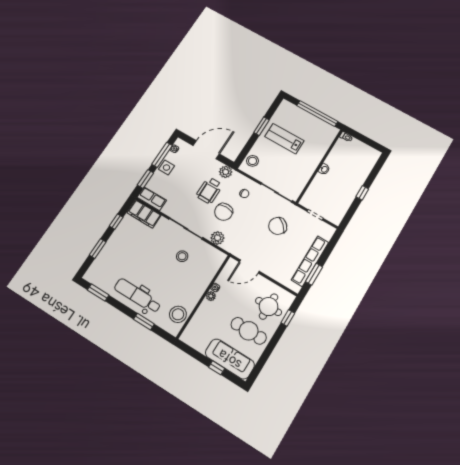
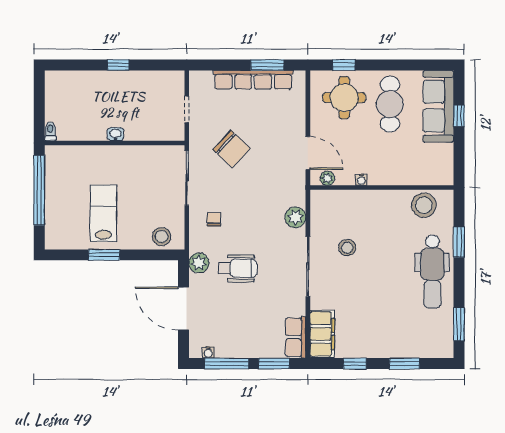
lab bench: (284, 139) -> (103, 213), turned 180
side table: (166, 168) -> (241, 346), removed
chair: (224, 212) -> (256, 231), removed
plant: (211, 296) -> (327, 178), moved

